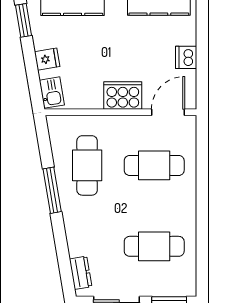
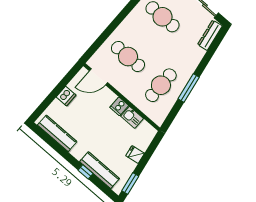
kitchen sink: (52, 93) -> (132, 117), moved, turned -80
cooker: (123, 96) -> (119, 106), width x0.53, depth x0.76
dresser: (81, 273) -> (210, 35), width x1.44

